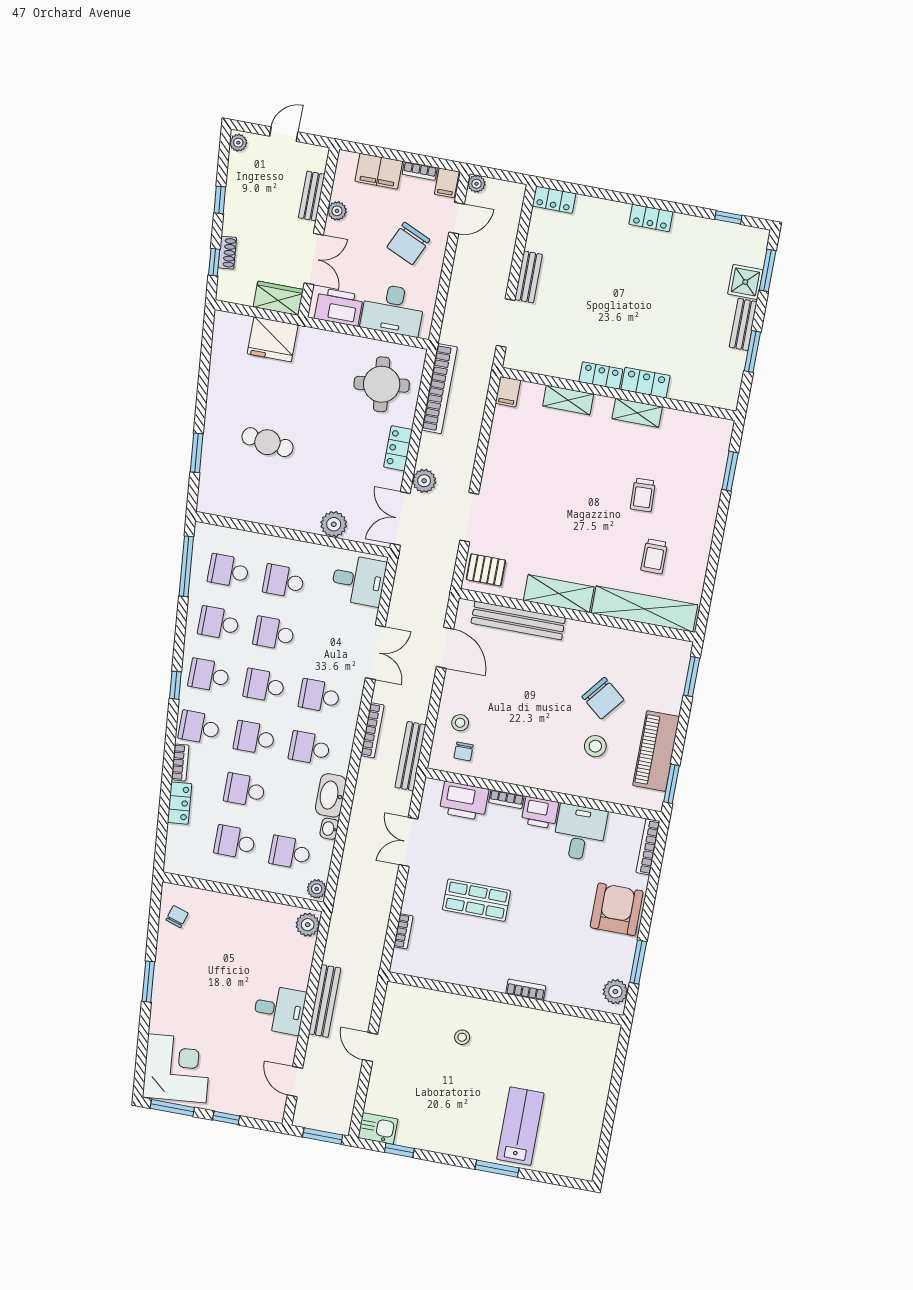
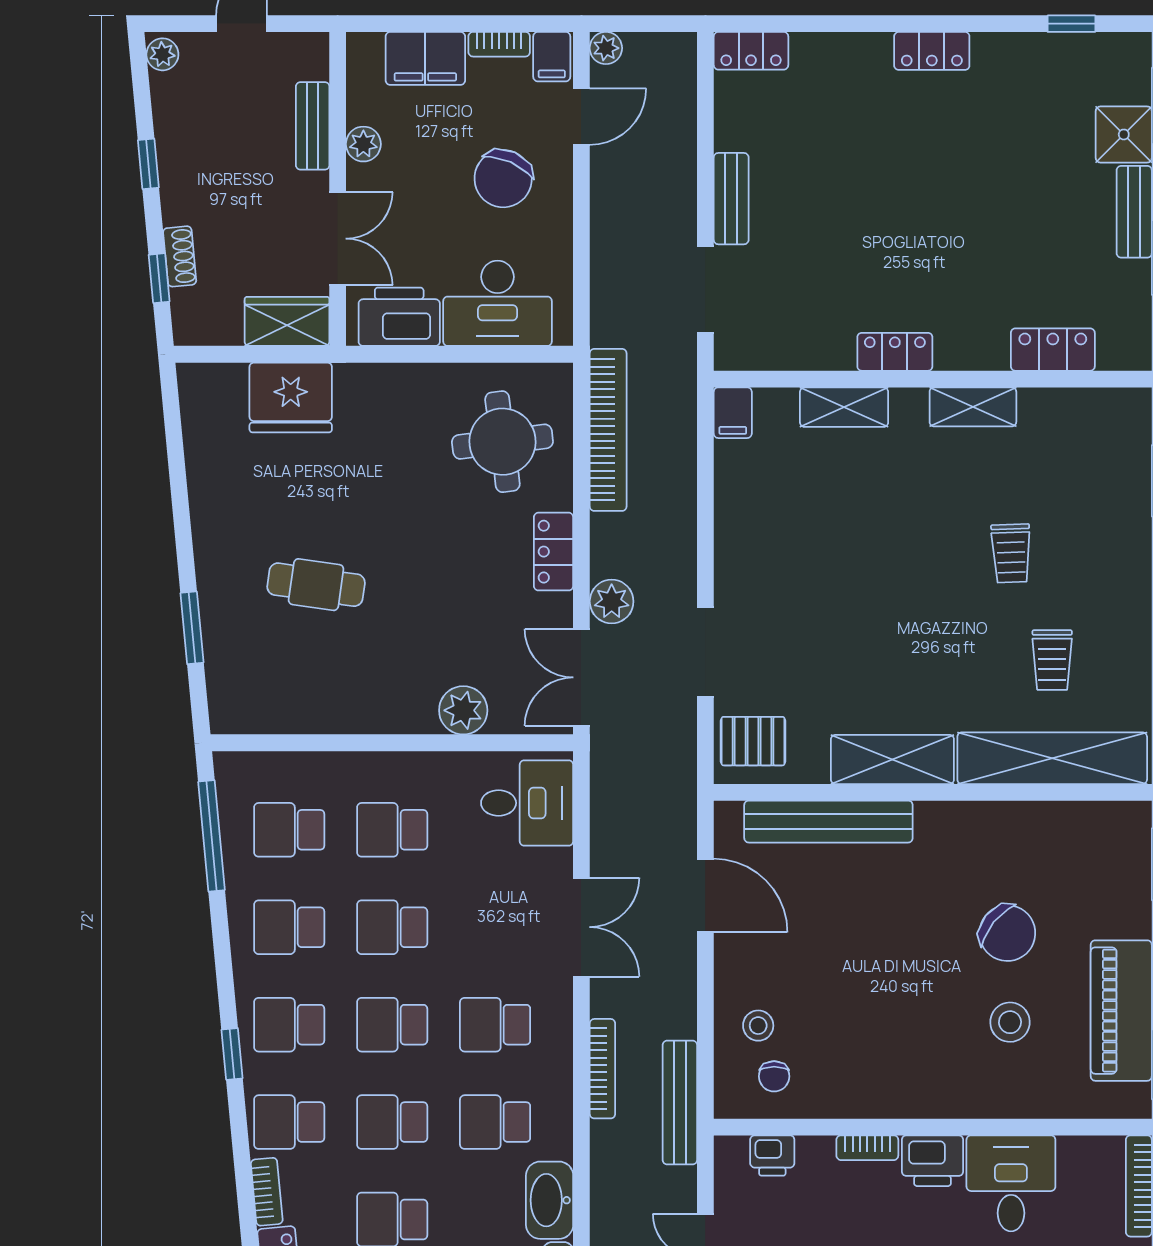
locker: (646, 383) -> (1053, 350), moved
printer: (464, 801) -> (772, 1155), width x0.53, depth x0.68

